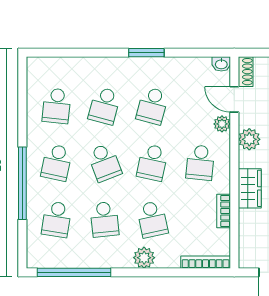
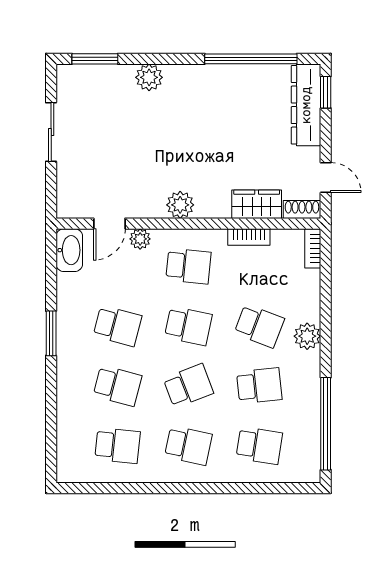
washbasin: (221, 64) -> (69, 250), width x1.91, depth x1.45
shoe rack: (246, 72) -> (302, 209), moved
plant: (249, 139) -> (180, 205), moved
window: (22, 183) -> (214, 488), removed
wardrobe: (250, 188) -> (257, 204), moved
school desk: (152, 219) -> (259, 326), turned 33
bookcase: (206, 262) -> (313, 248), width x0.64

